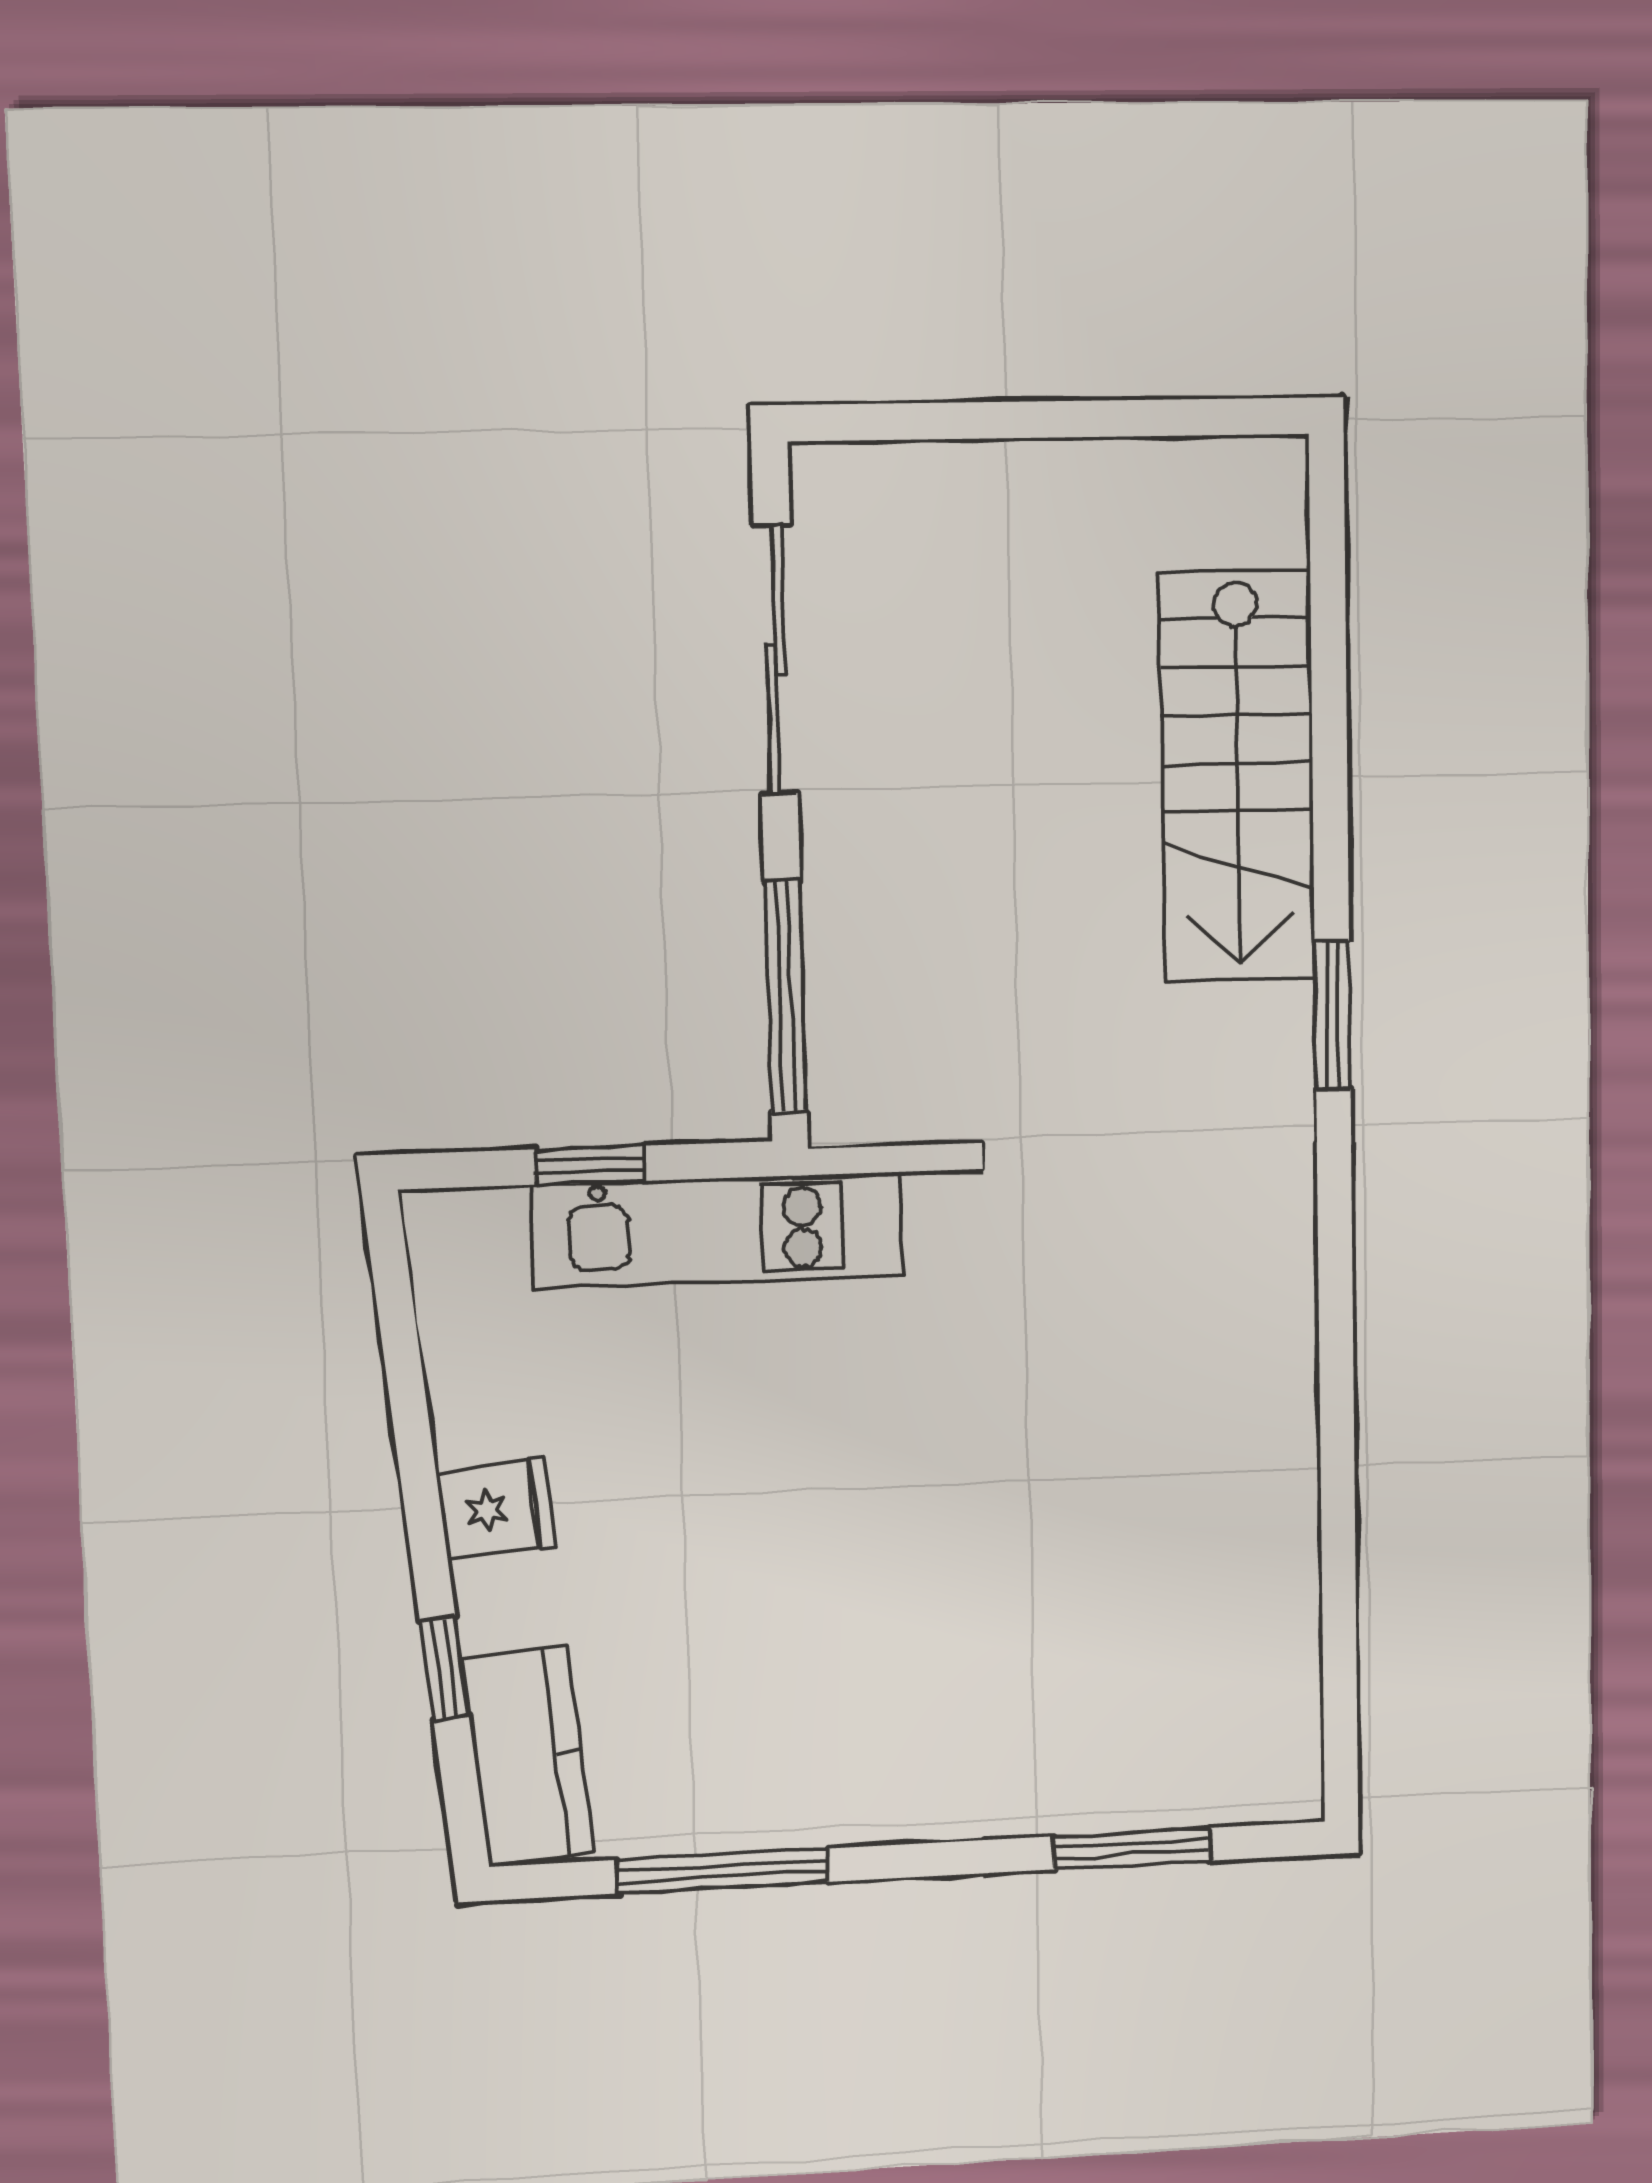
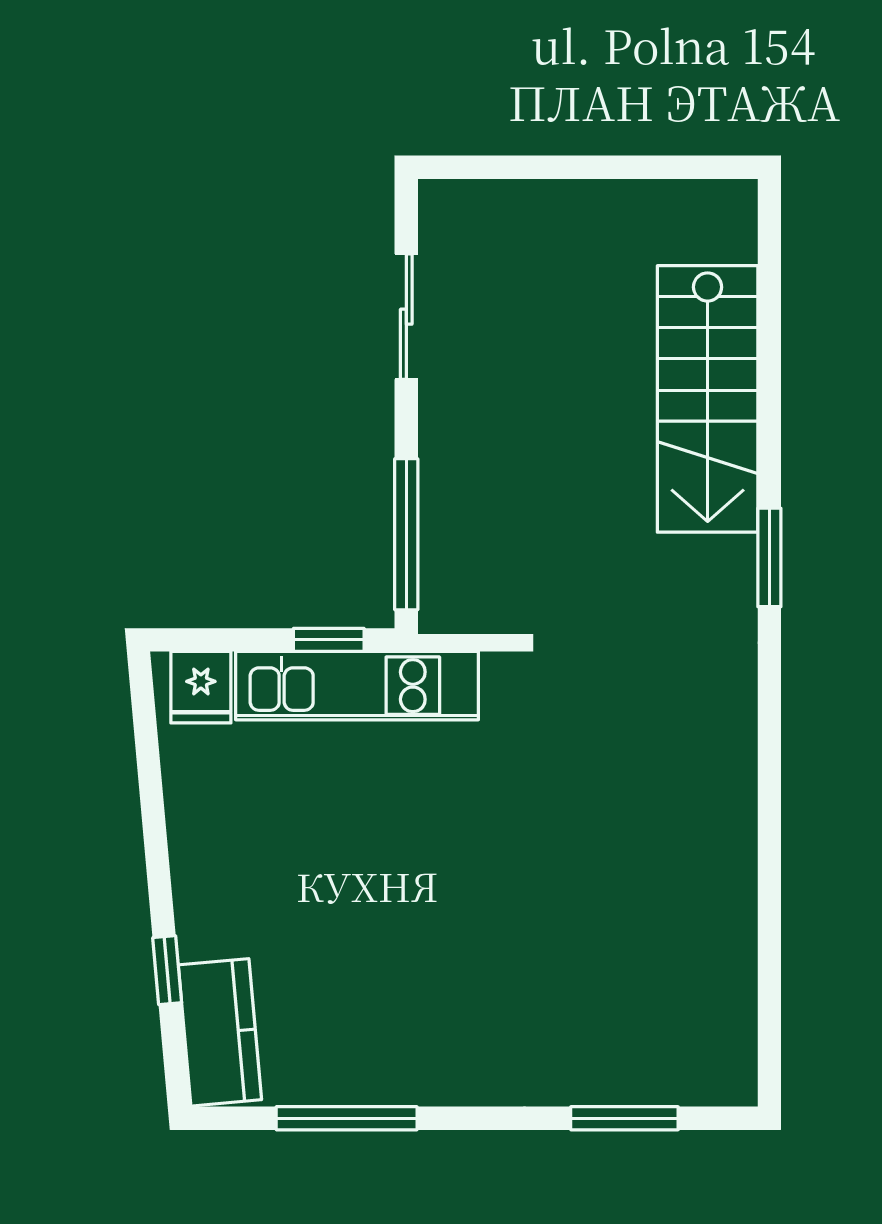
sliding door: (776, 660) -> (406, 317), width x0.73
window: (590, 1165) -> (329, 640), moved
fridge: (496, 1509) -> (201, 687), moved, turned 95

